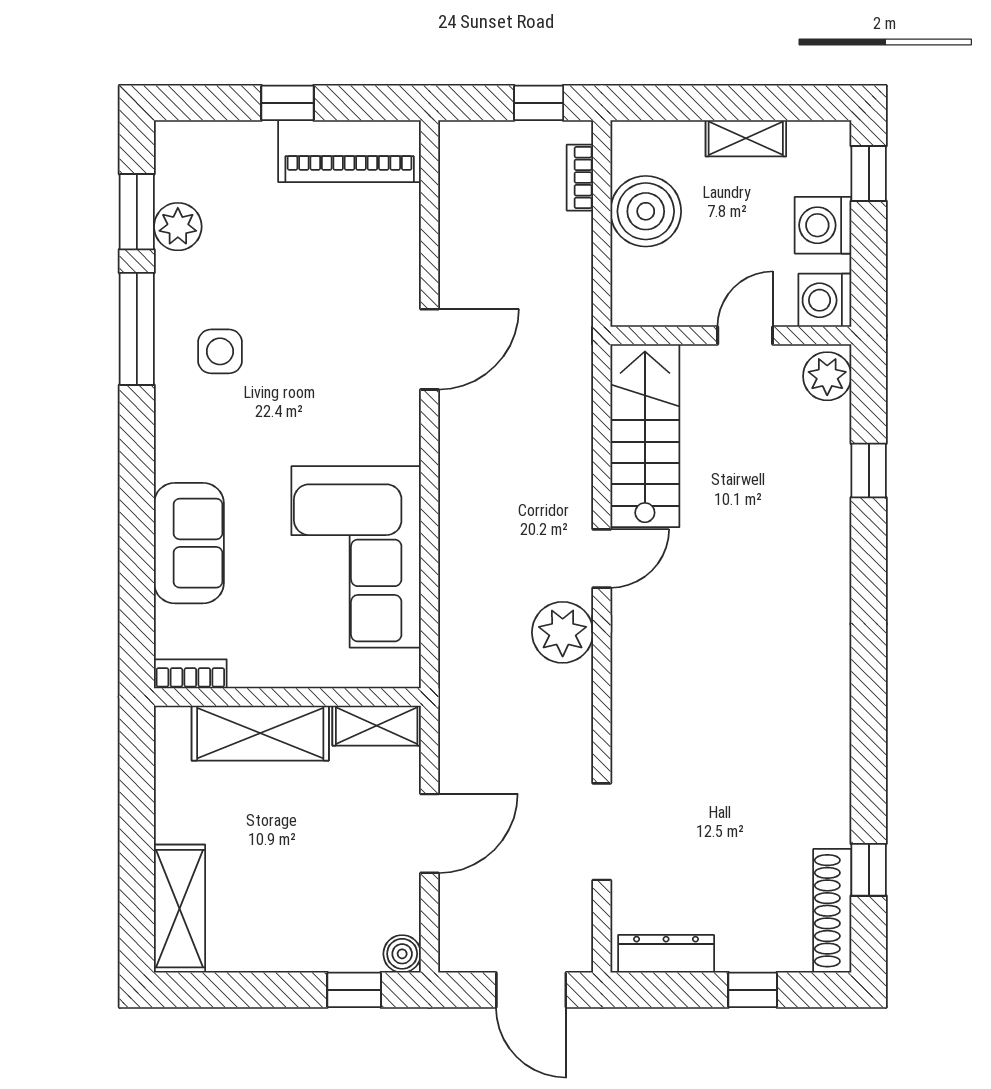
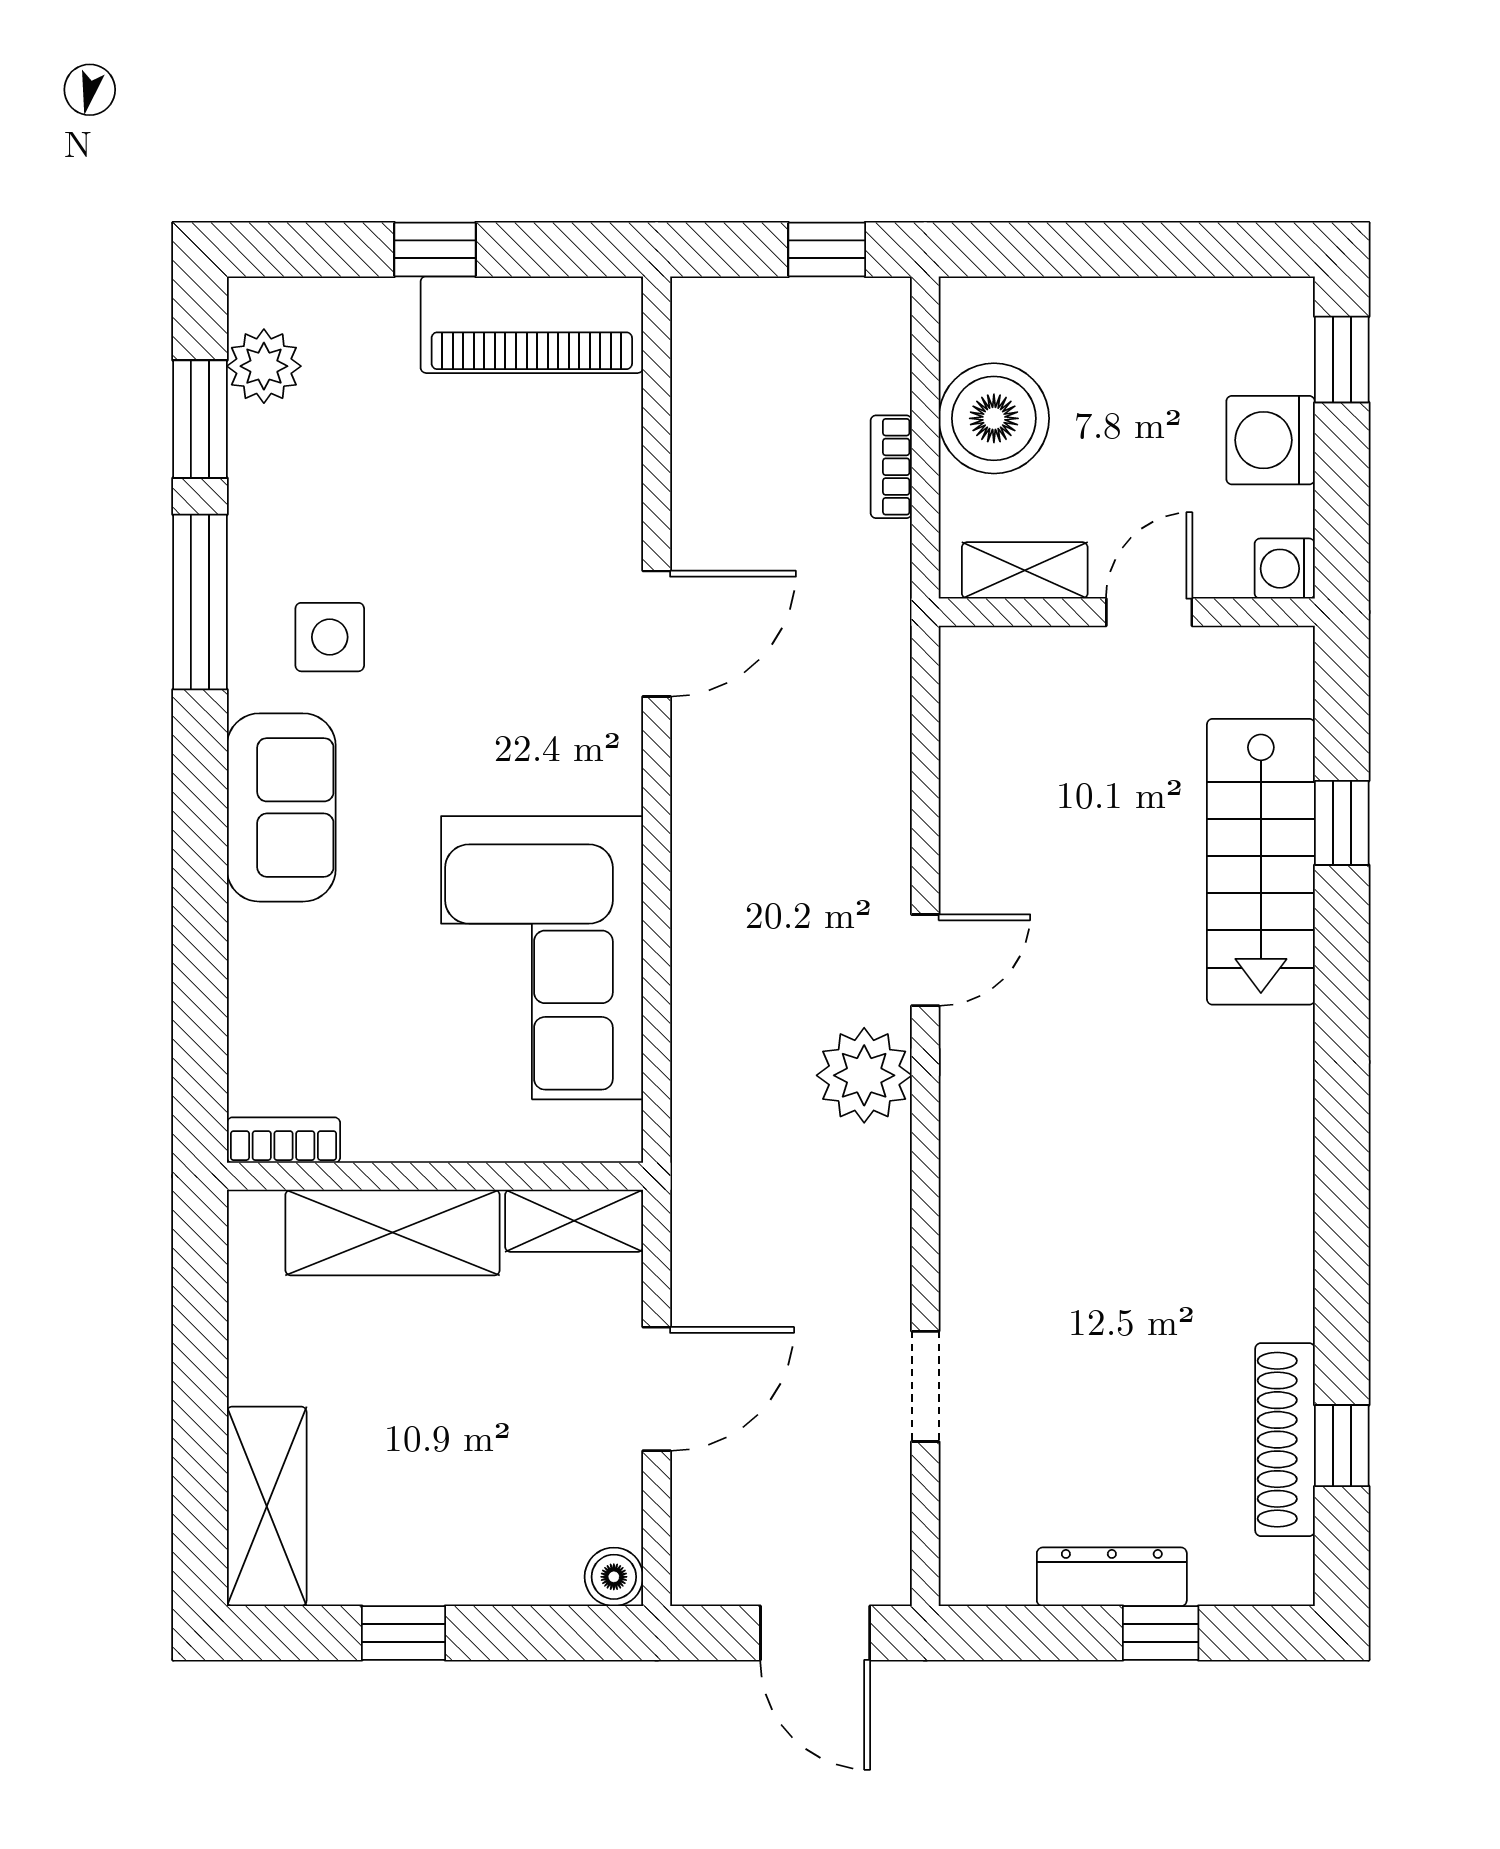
shelving: (746, 138) -> (1025, 570), moved
bookcase: (580, 178) -> (891, 467), moved
plant: (178, 227) -> (264, 366), moved
washing machine: (825, 300) -> (1285, 569), width x0.73, depth x0.73
plant: (827, 376) -> (1277, 676), removed
stairs: (645, 436) -> (1261, 862), moved, turned 180
sofa: (189, 543) -> (281, 807), moved
doorway: (602, 832) -> (925, 1386), width x0.73
shoe rack: (832, 911) -> (1285, 1440), moved
dresser: (666, 954) -> (1112, 1577), moved
window: (354, 990) -> (403, 1633), moved

